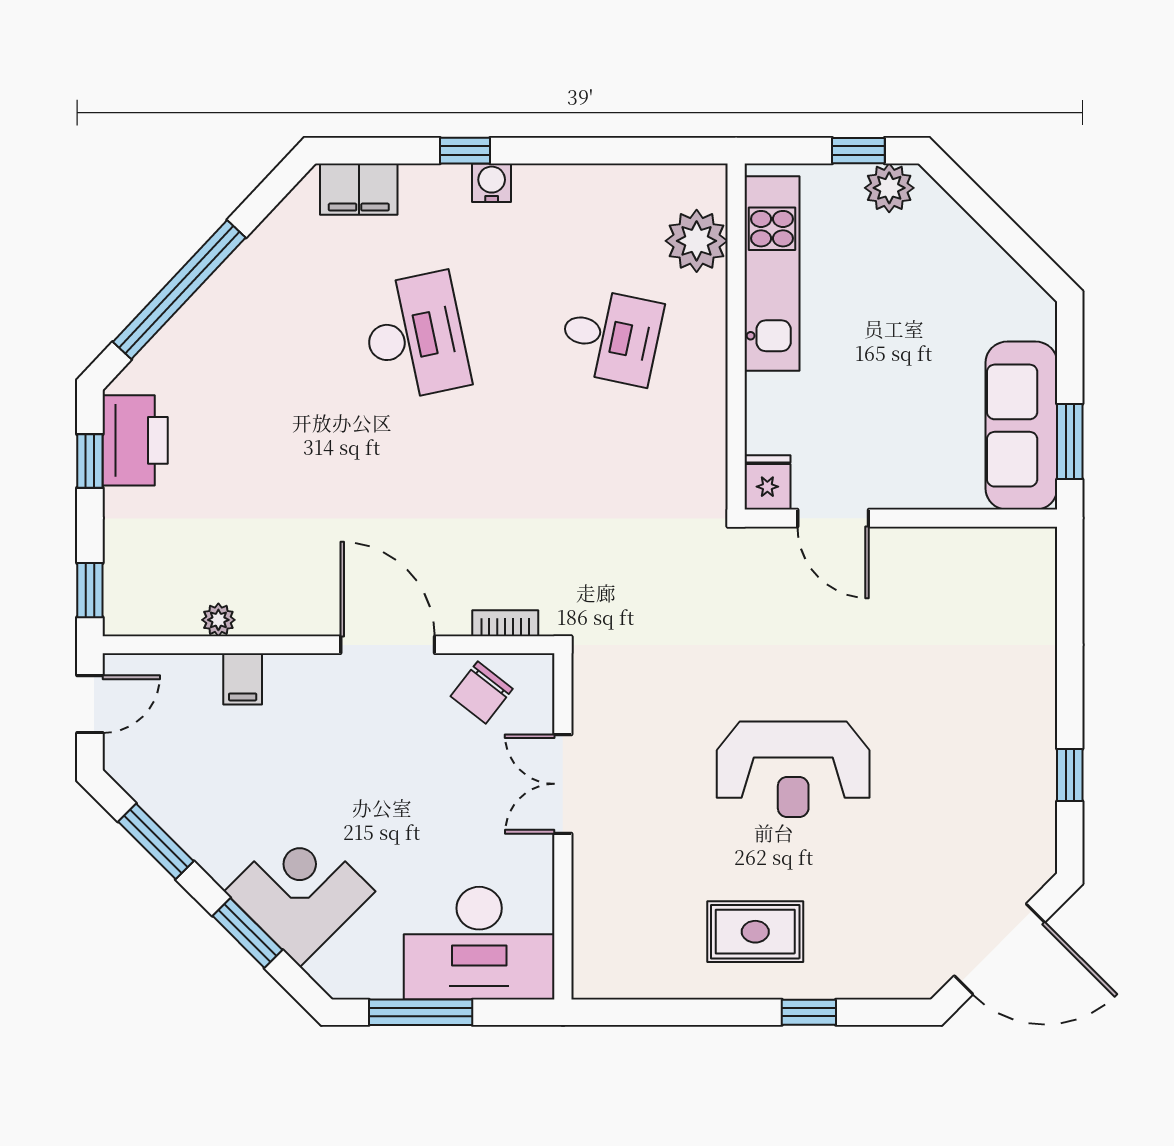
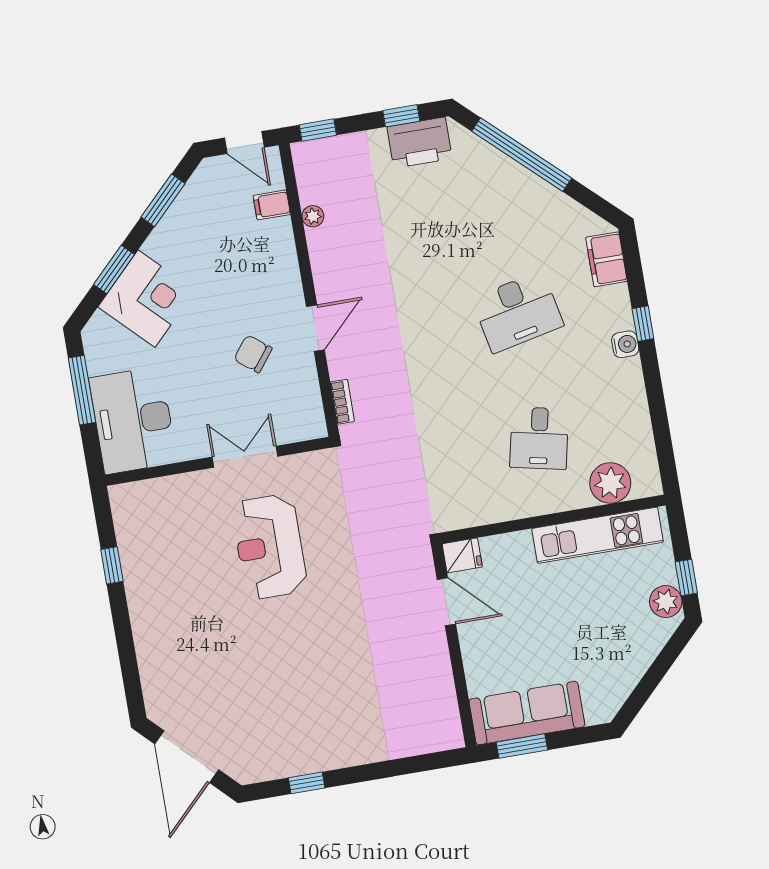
door: (833, 518) -> (446, 602), swing flipped
door: (388, 645) -> (315, 328), width x0.73
filing cabinet: (243, 679) -> (272, 205), moved
chair: (482, 692) -> (253, 354), moved
reception desk: (793, 769) -> (269, 547), moved
rug: (755, 932) -> (171, 597), removed
window: (809, 1012) -> (112, 565), moved

